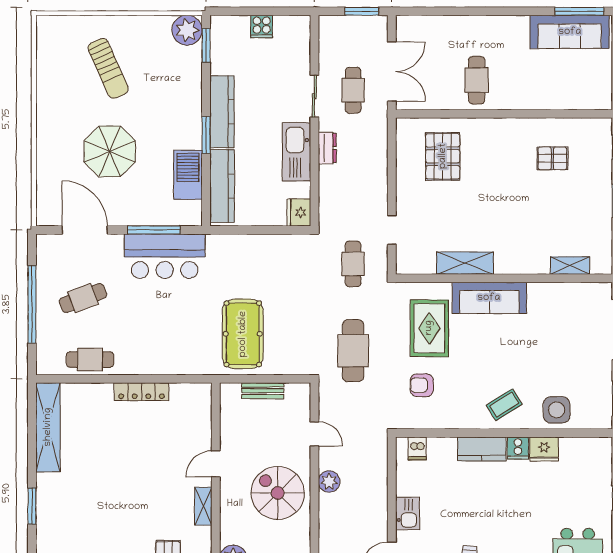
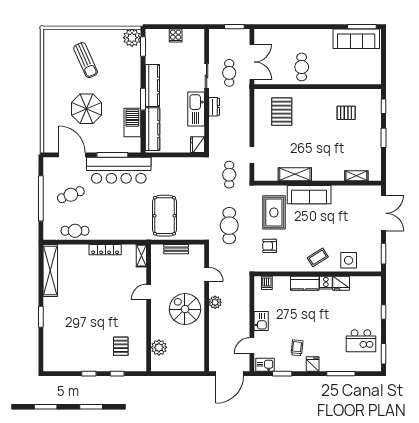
bar counter: (165, 256) -> (119, 170), width x1.36
shelving: (203, 506) -> (141, 256), moved

